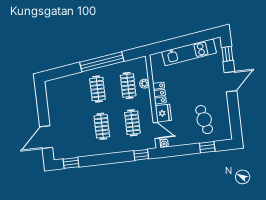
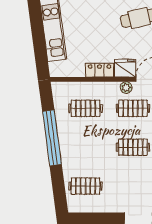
plant: (144, 84) -> (126, 88), moved
clothes rail: (97, 89) -> (86, 186), moved

